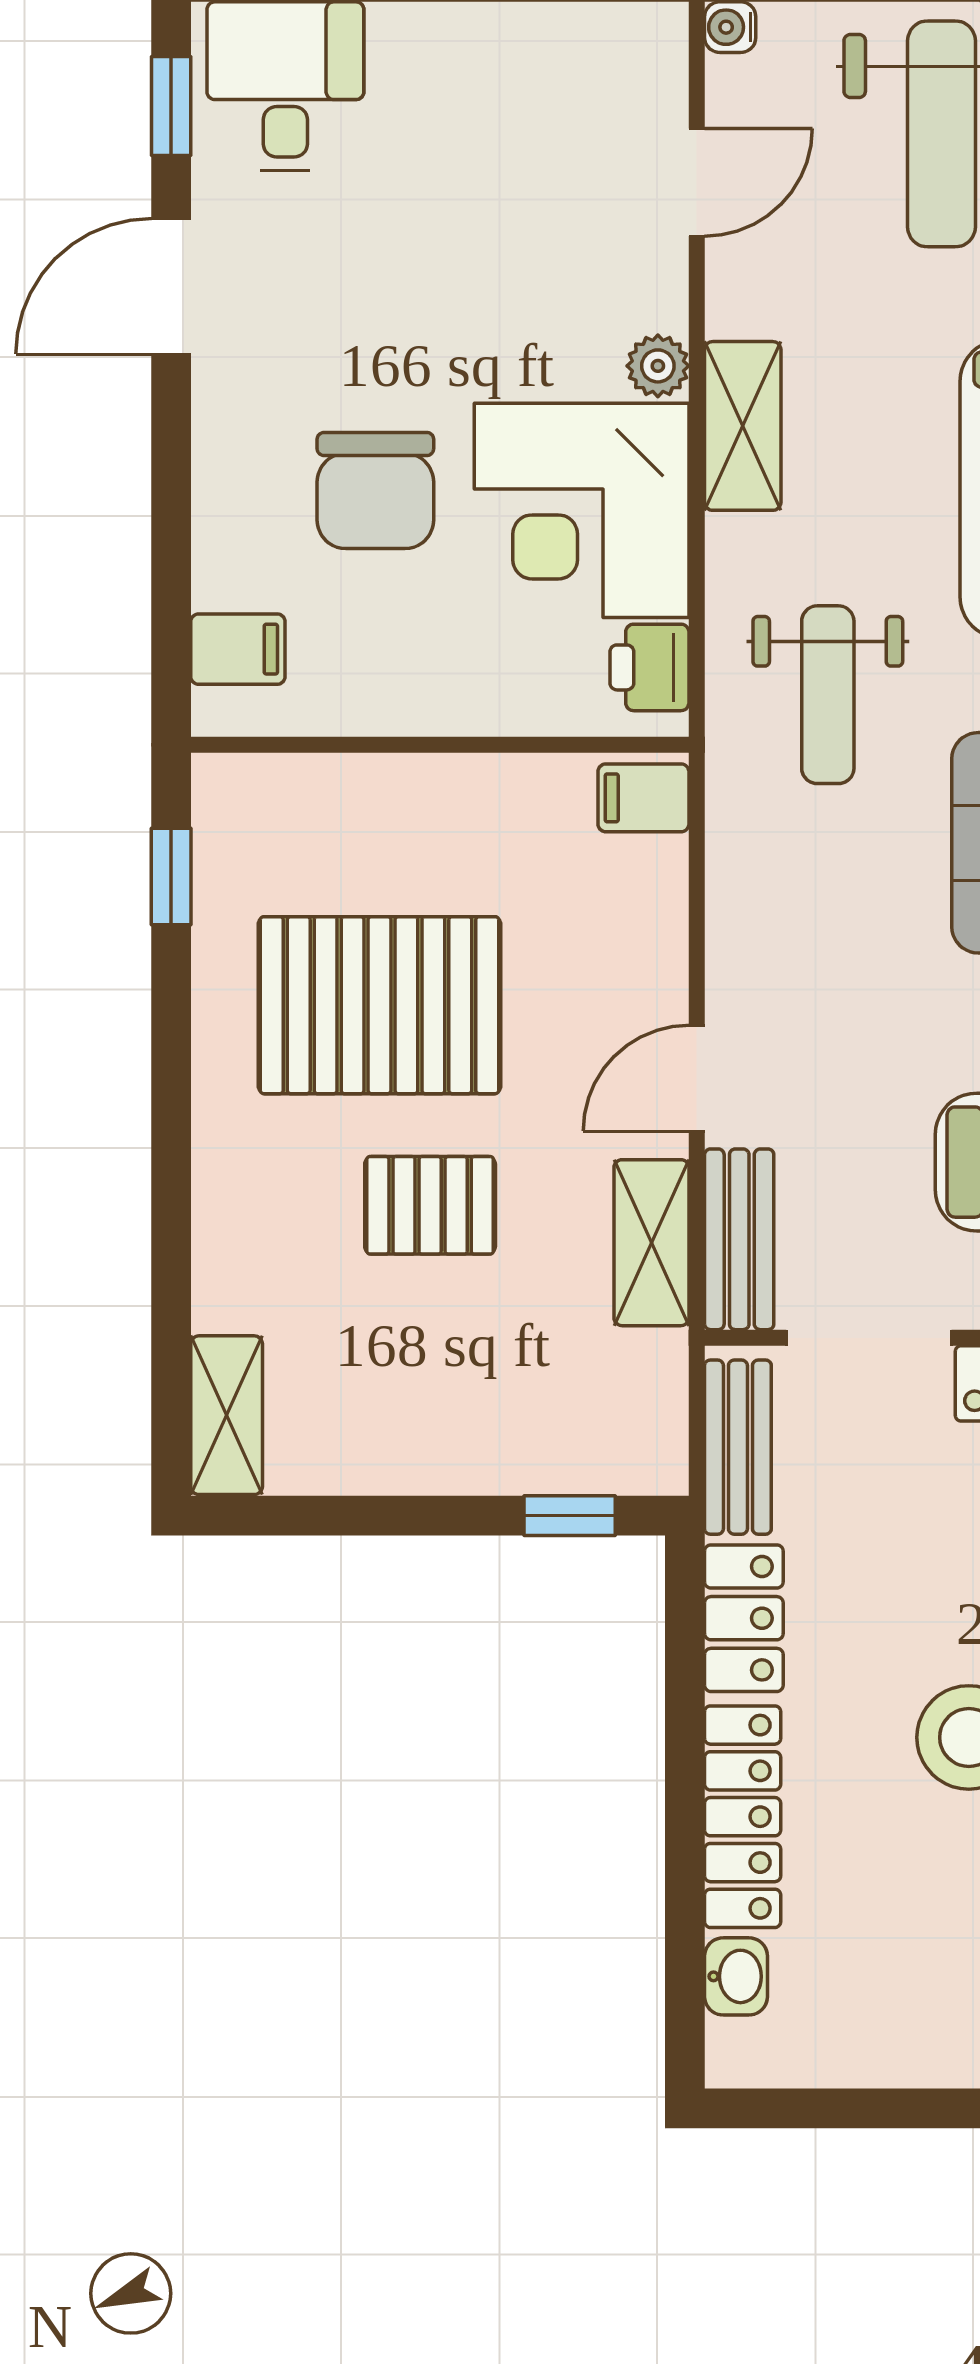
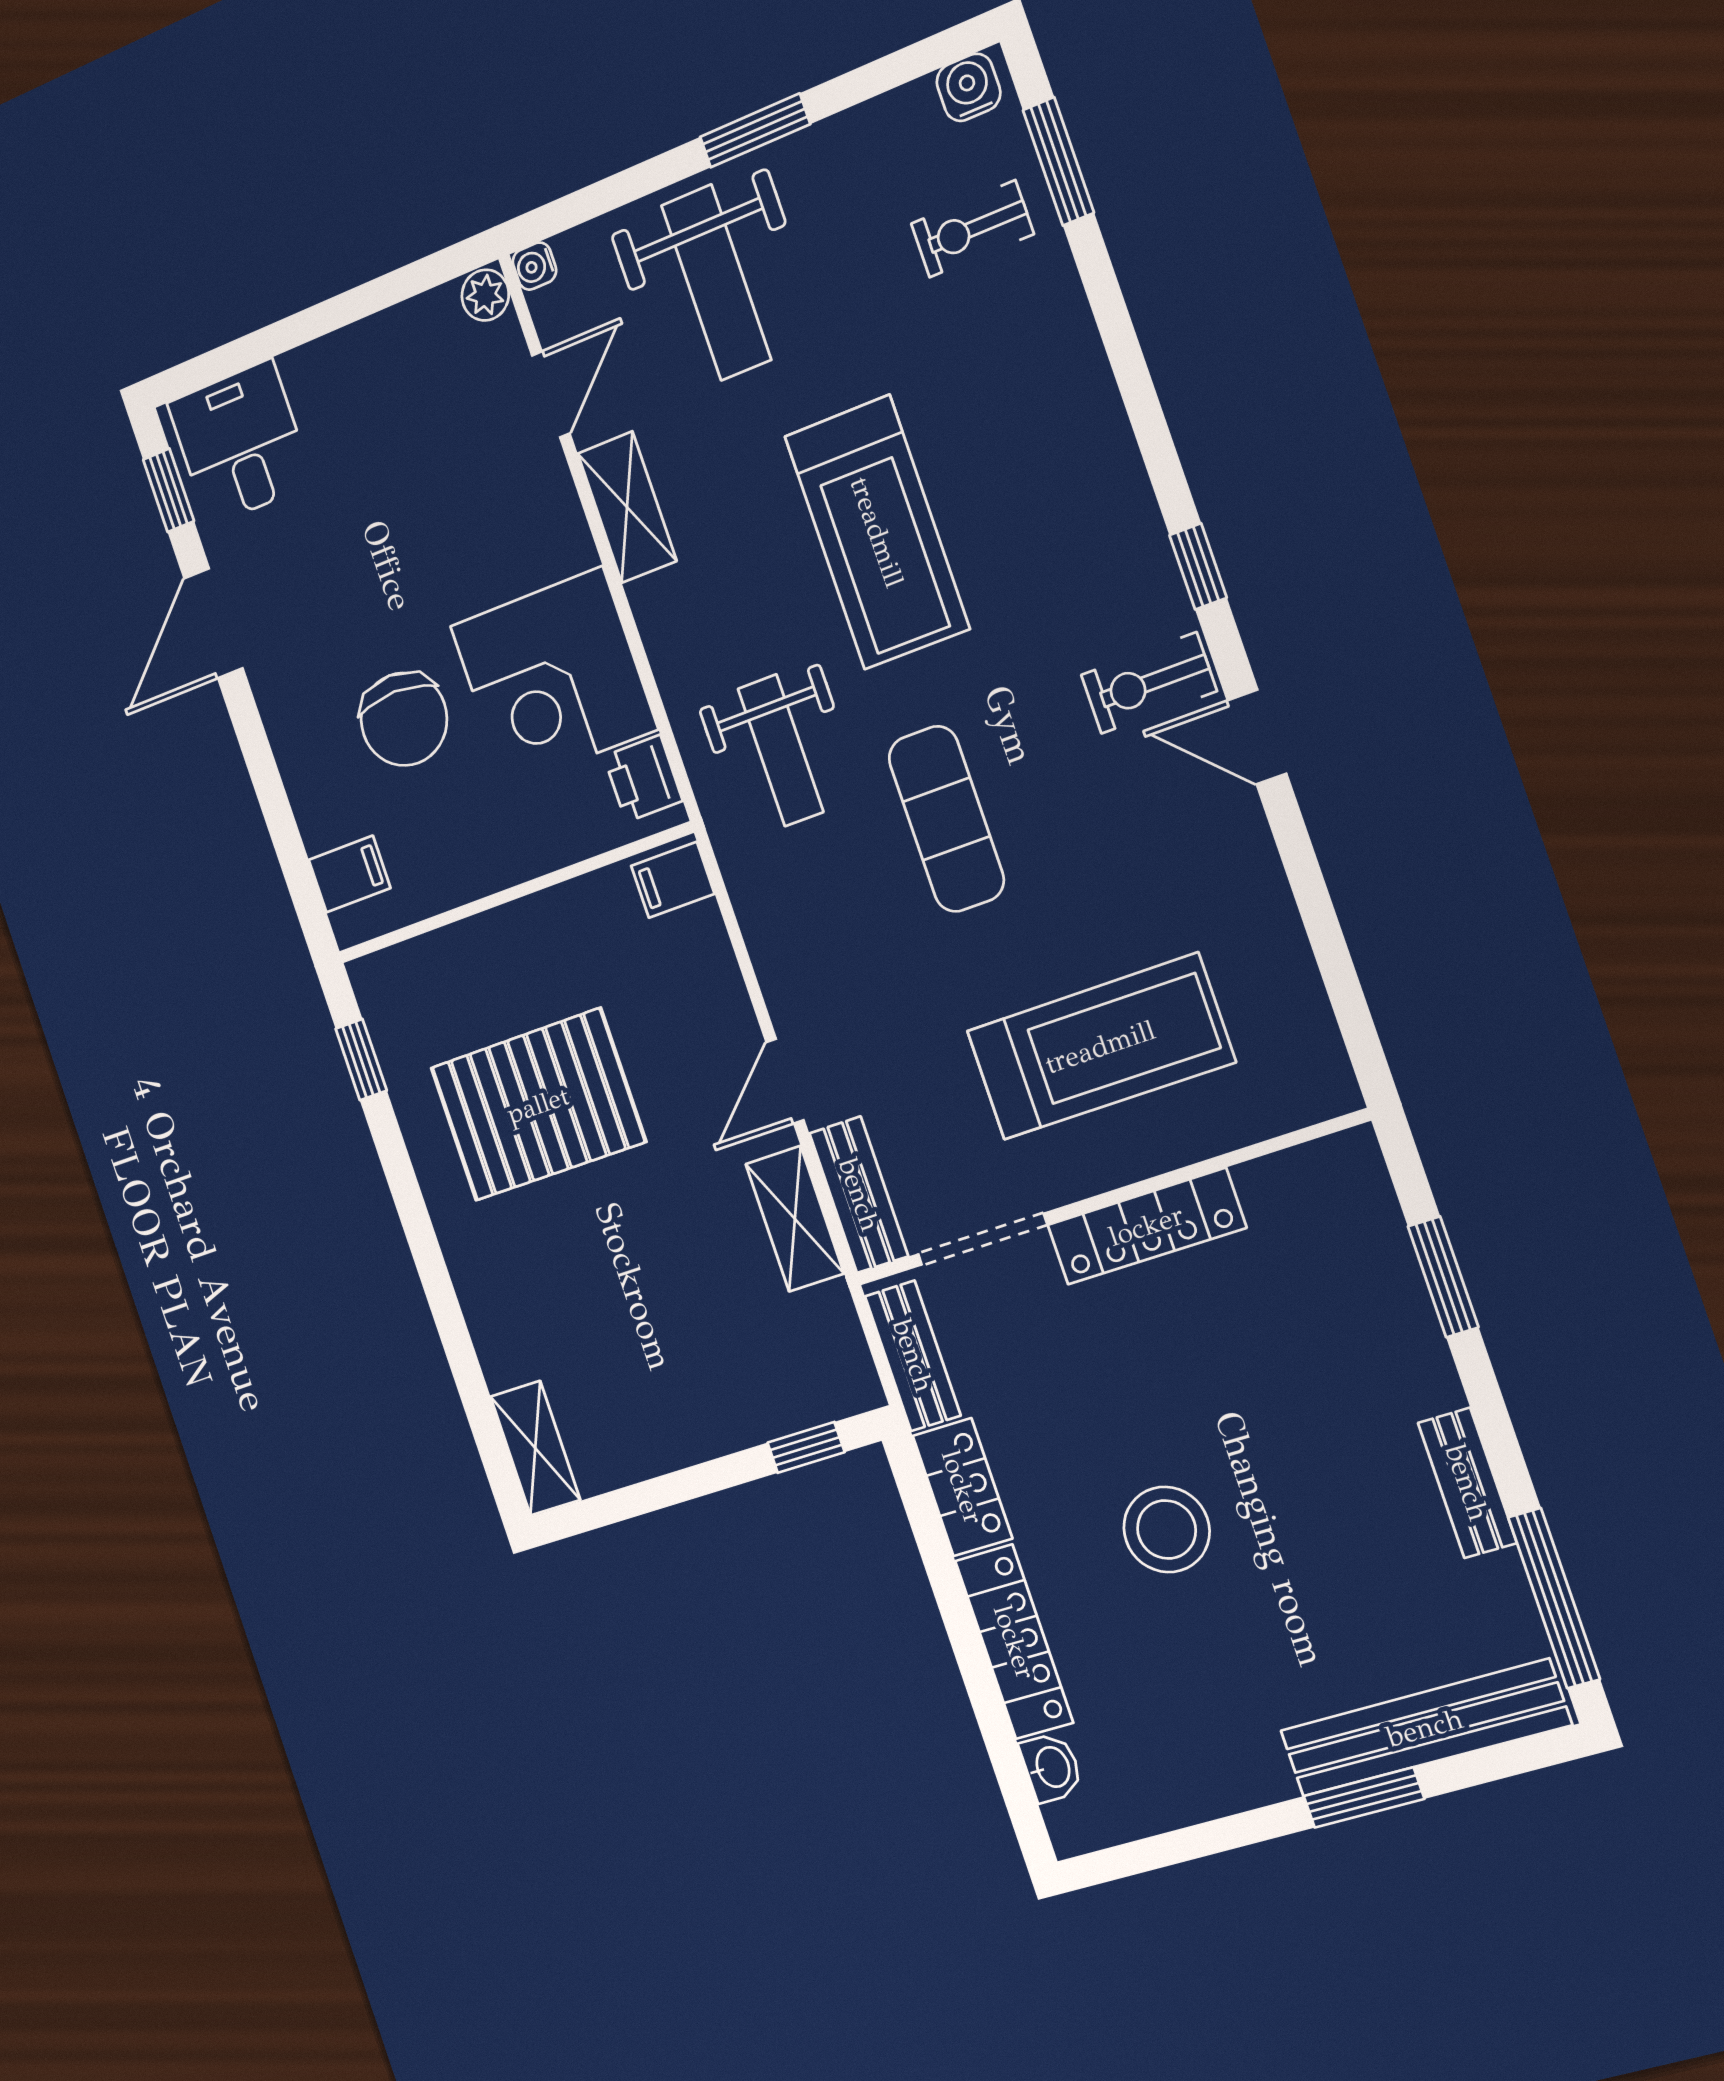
plant: (658, 366) -> (485, 295), moved
shelving: (743, 426) -> (627, 507), moved
pallet: (430, 1205) -> (625, 1243), removed

